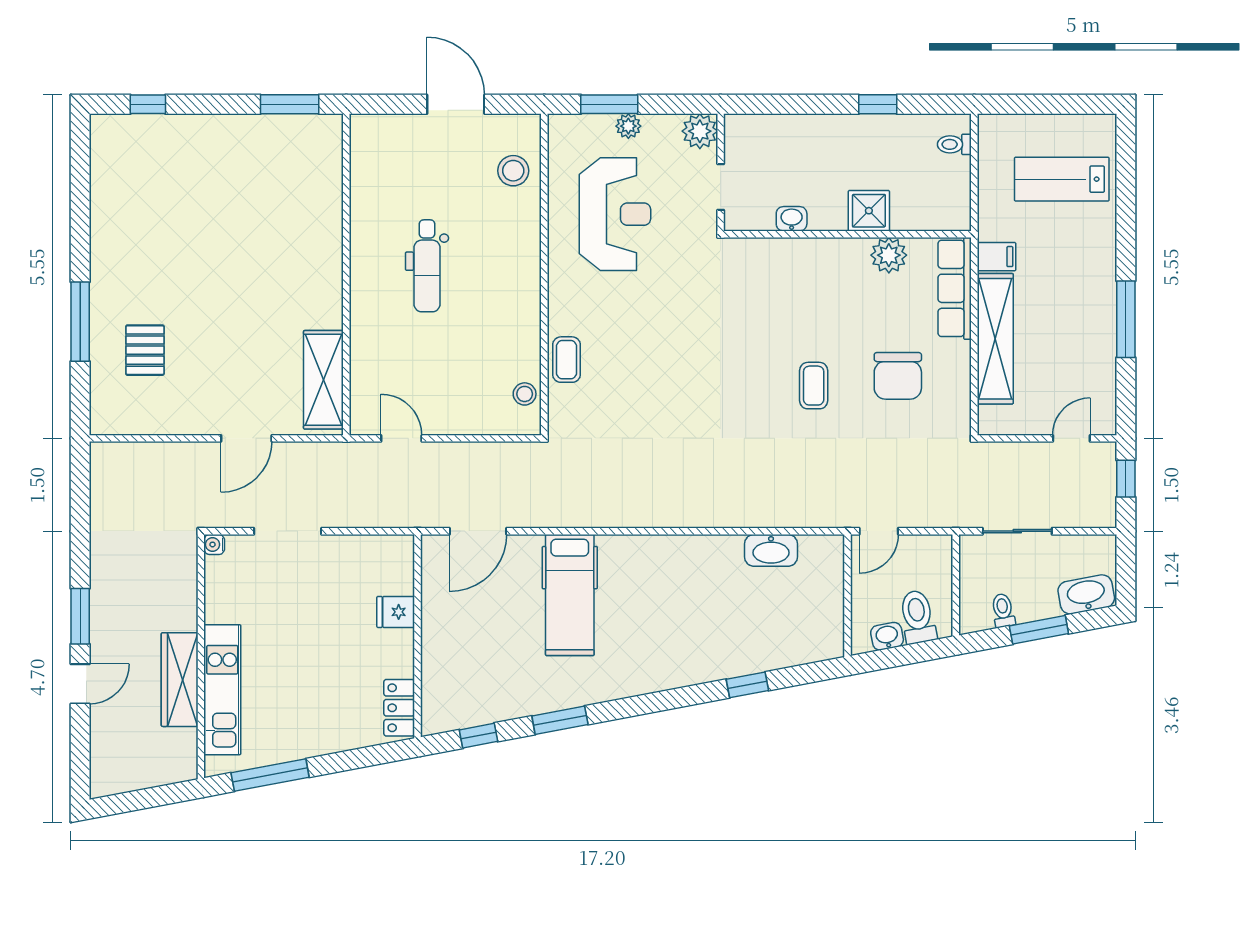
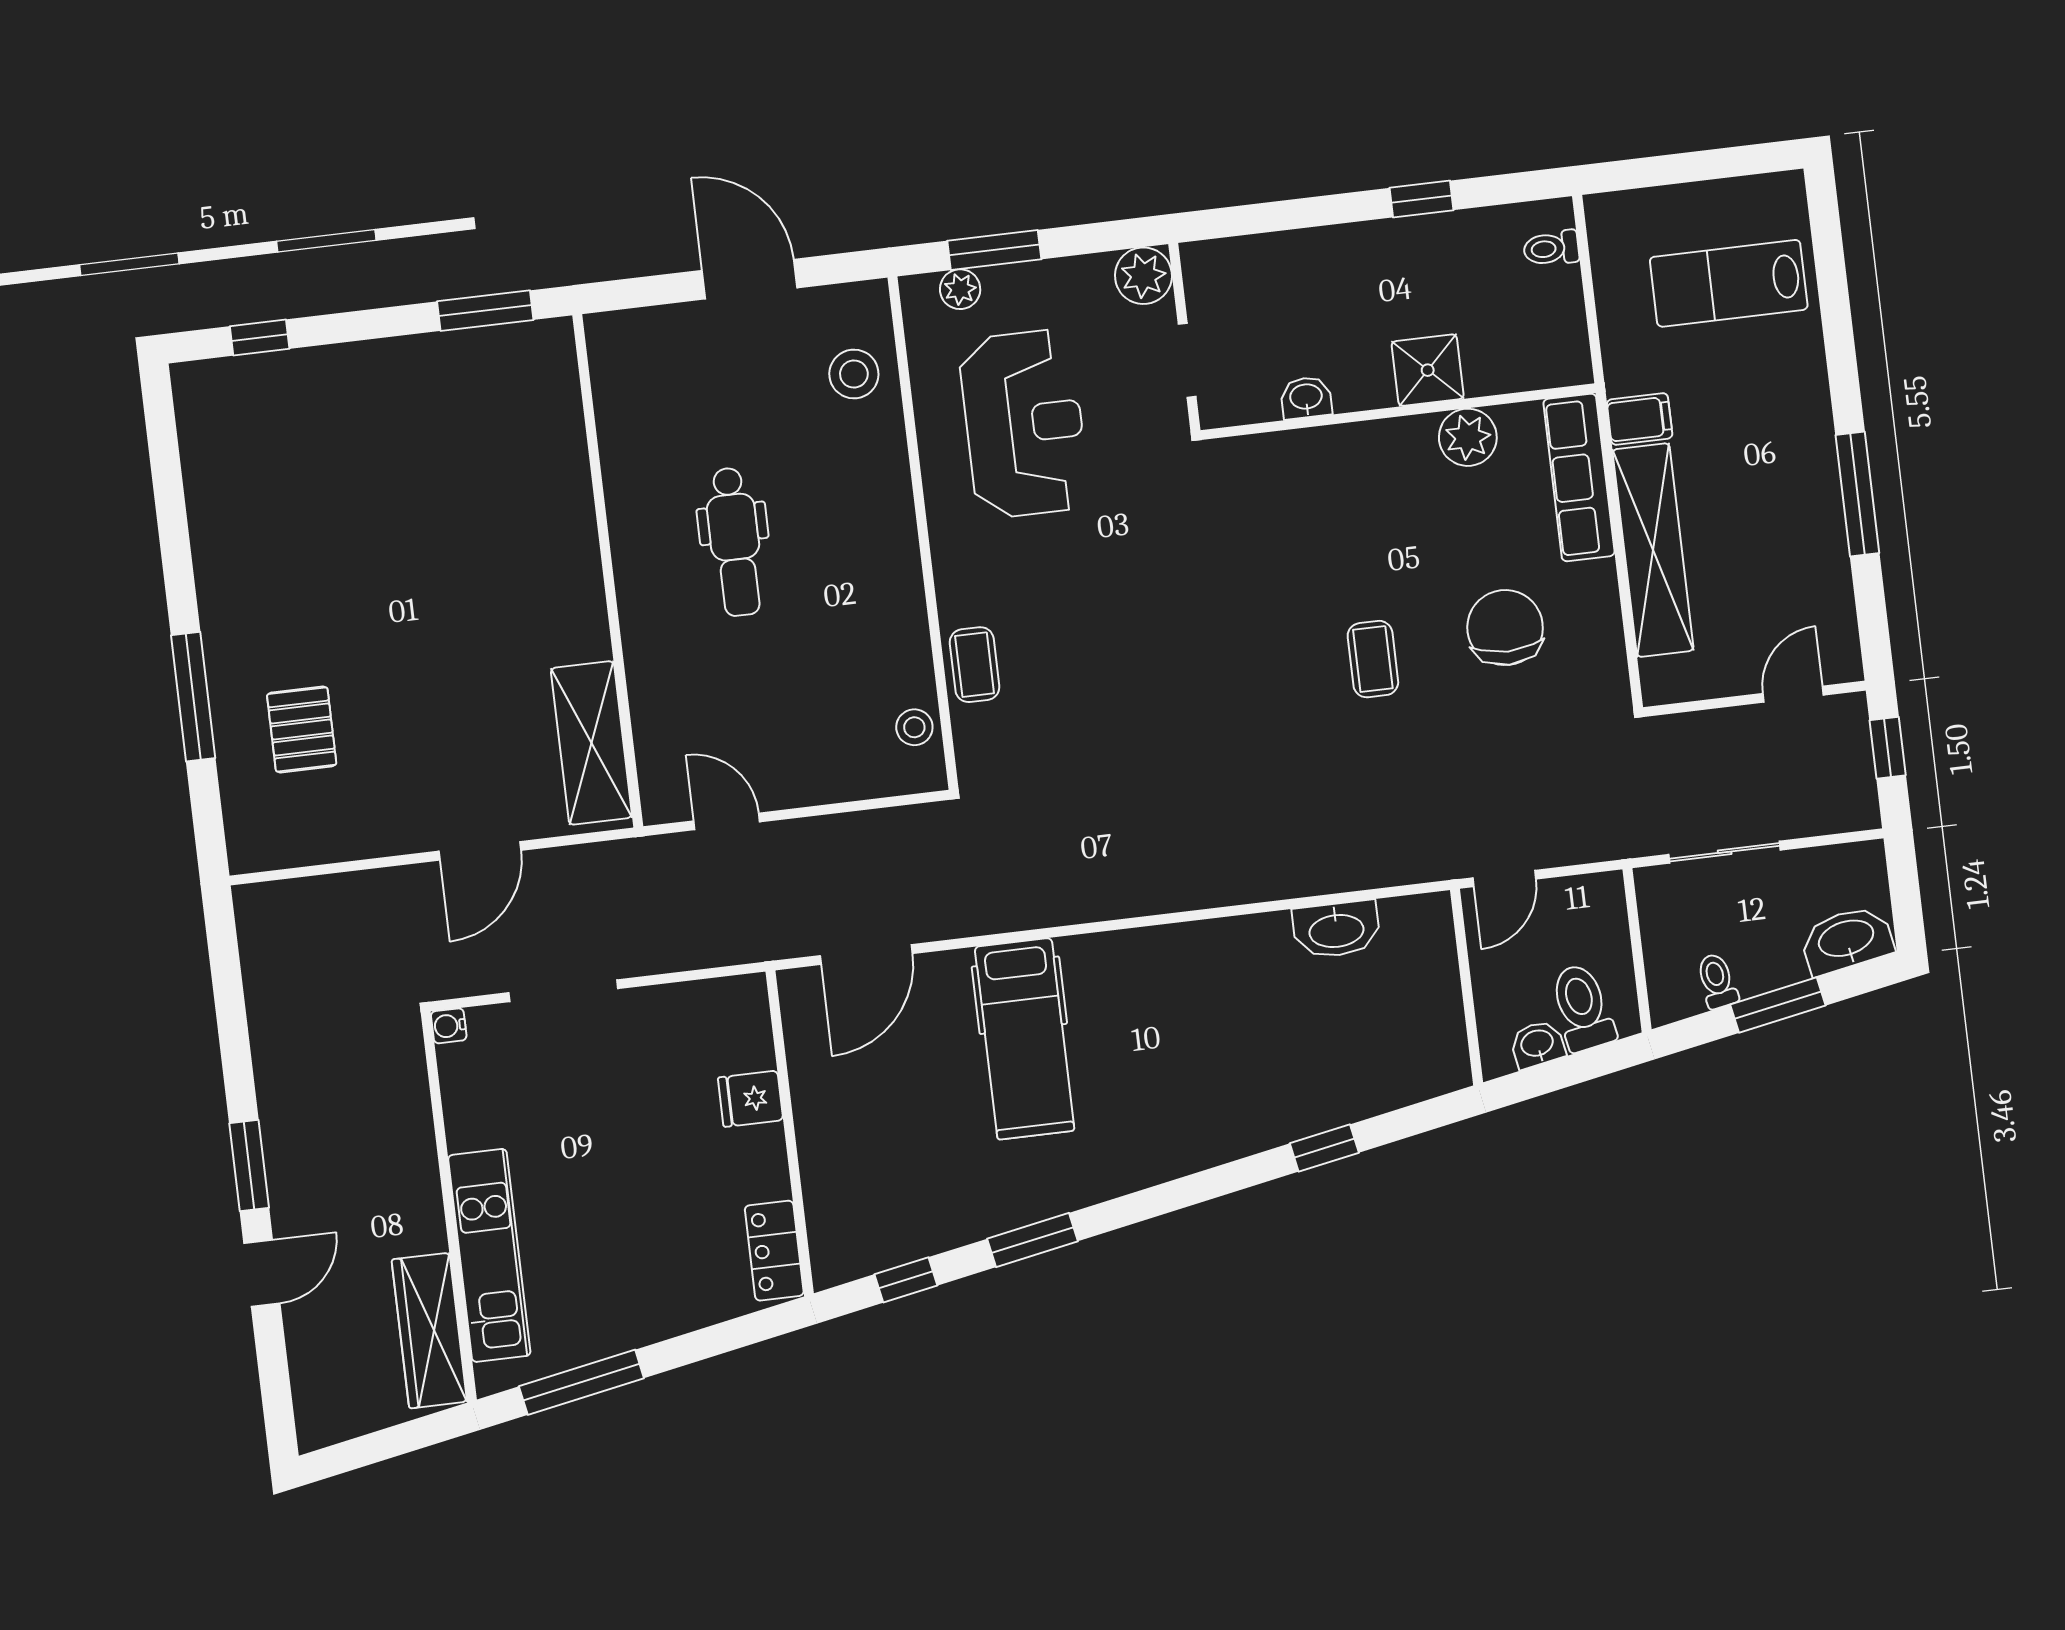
plant: (628, 126) -> (960, 289), moved
chair: (898, 376) -> (1505, 628), turned 180
wardrobe: (180, 680) -> (429, 1331), moved

